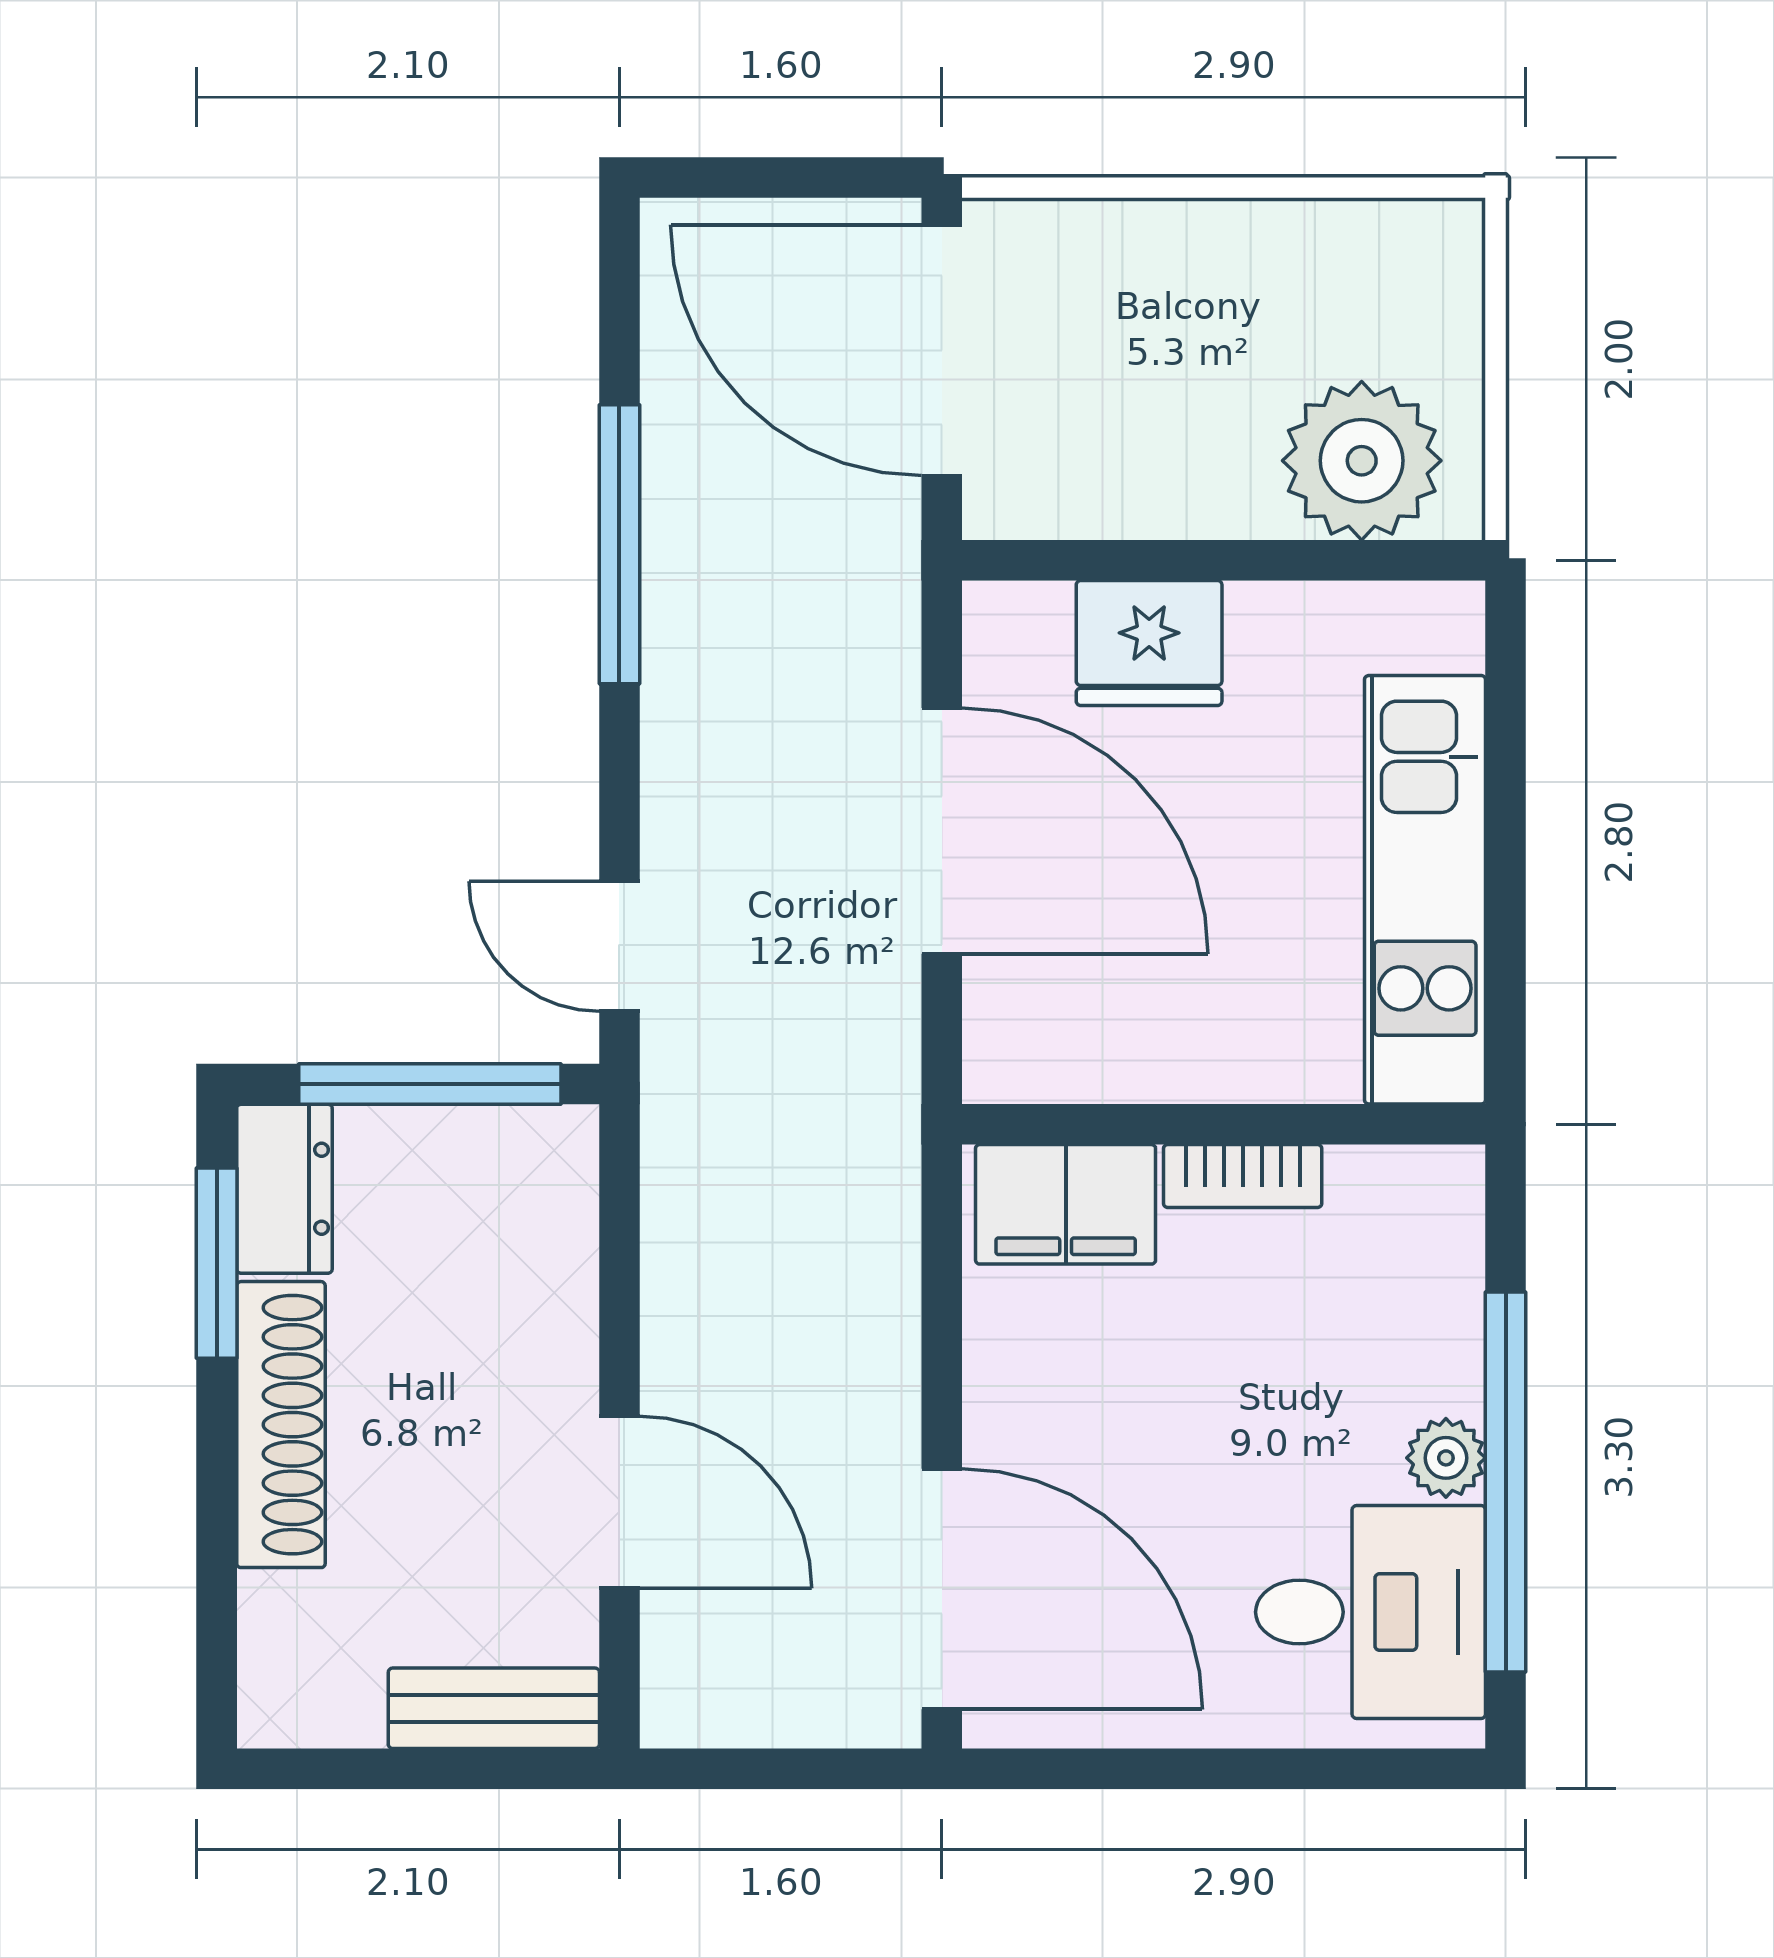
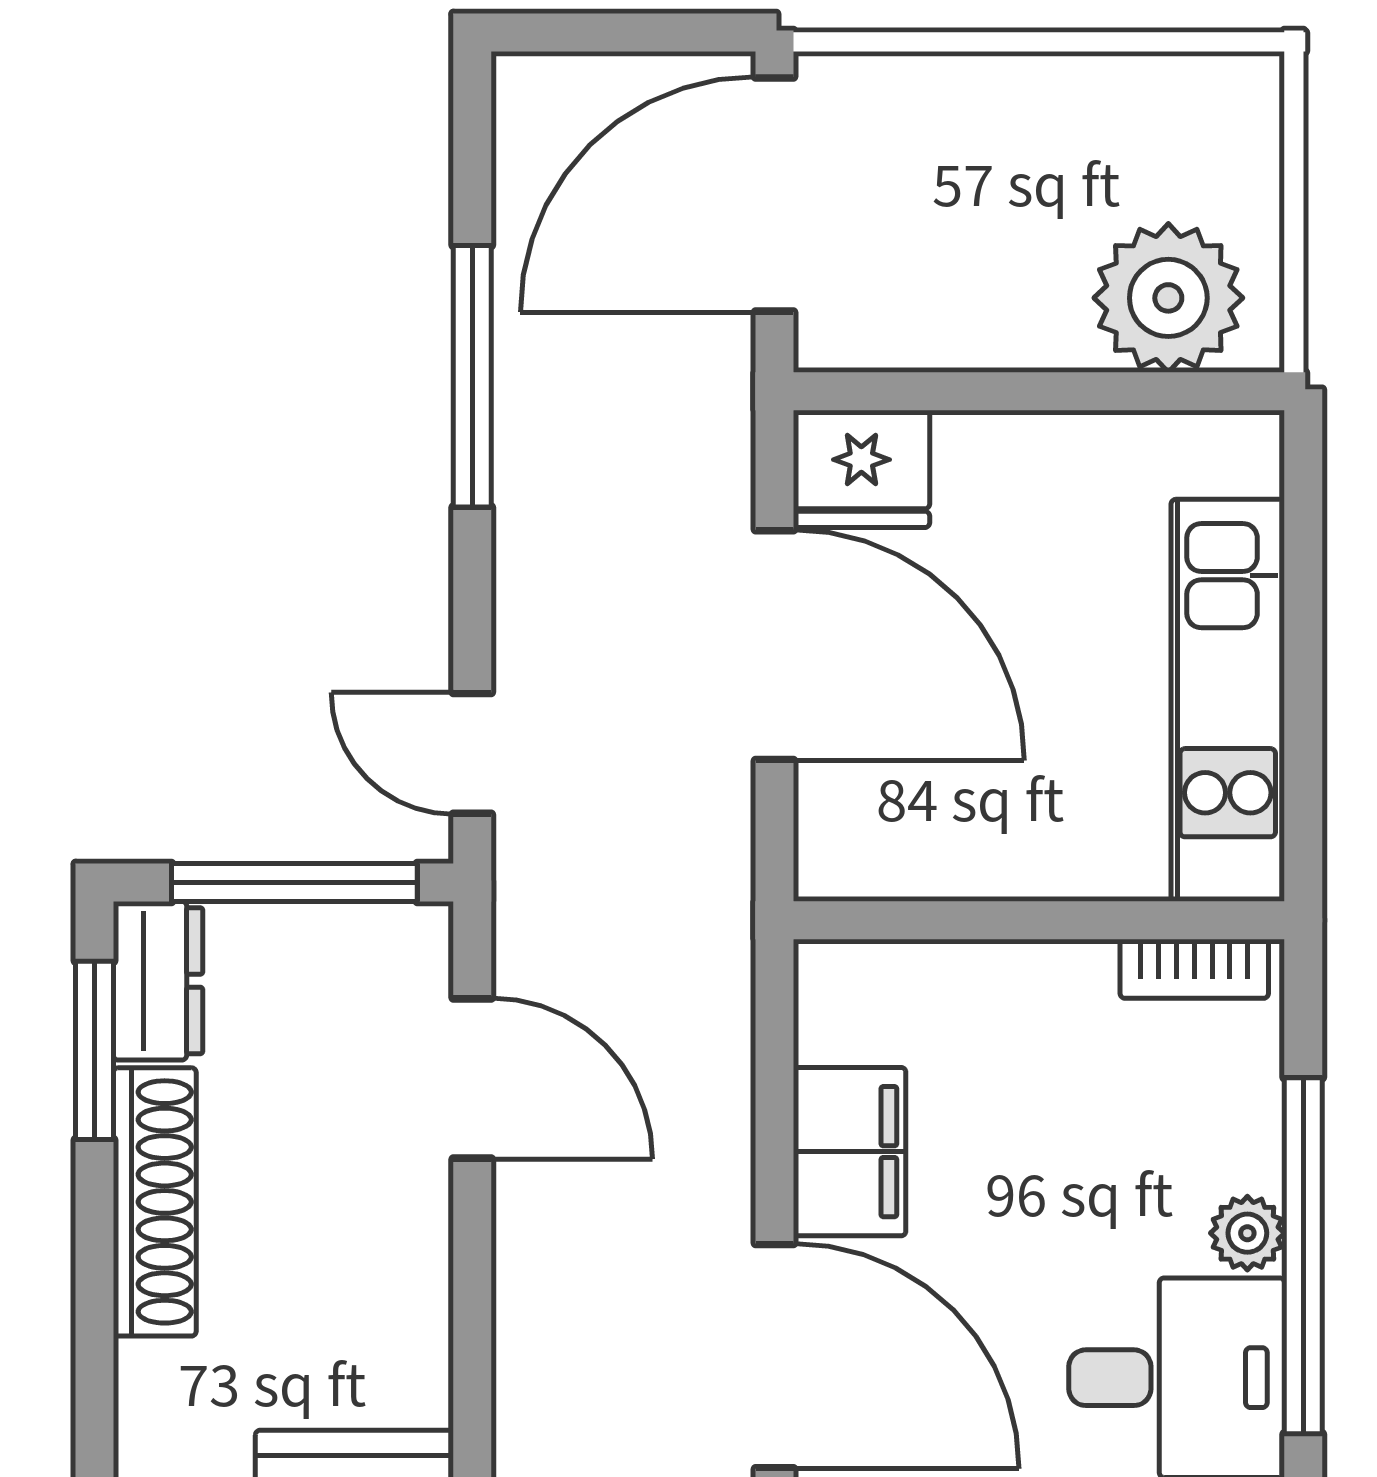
door: (942, 350) -> (774, 194), hinge flipped
fridge: (1149, 643) -> (861, 469), moved
bookcase: (1243, 1176) -> (1194, 969), moved
filing cabinet: (1066, 1204) -> (850, 1152), moved, turned -90
door: (619, 1502) -> (472, 1078), moved

